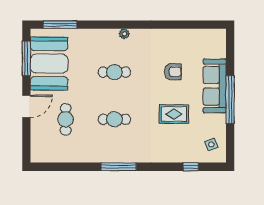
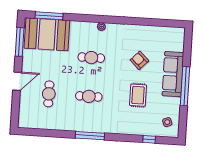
booth: (49, 64) -> (47, 34), moved, turned 90
armchair: (173, 72) -> (139, 60), turned -136
rug: (174, 114) -> (138, 95), turned 90

